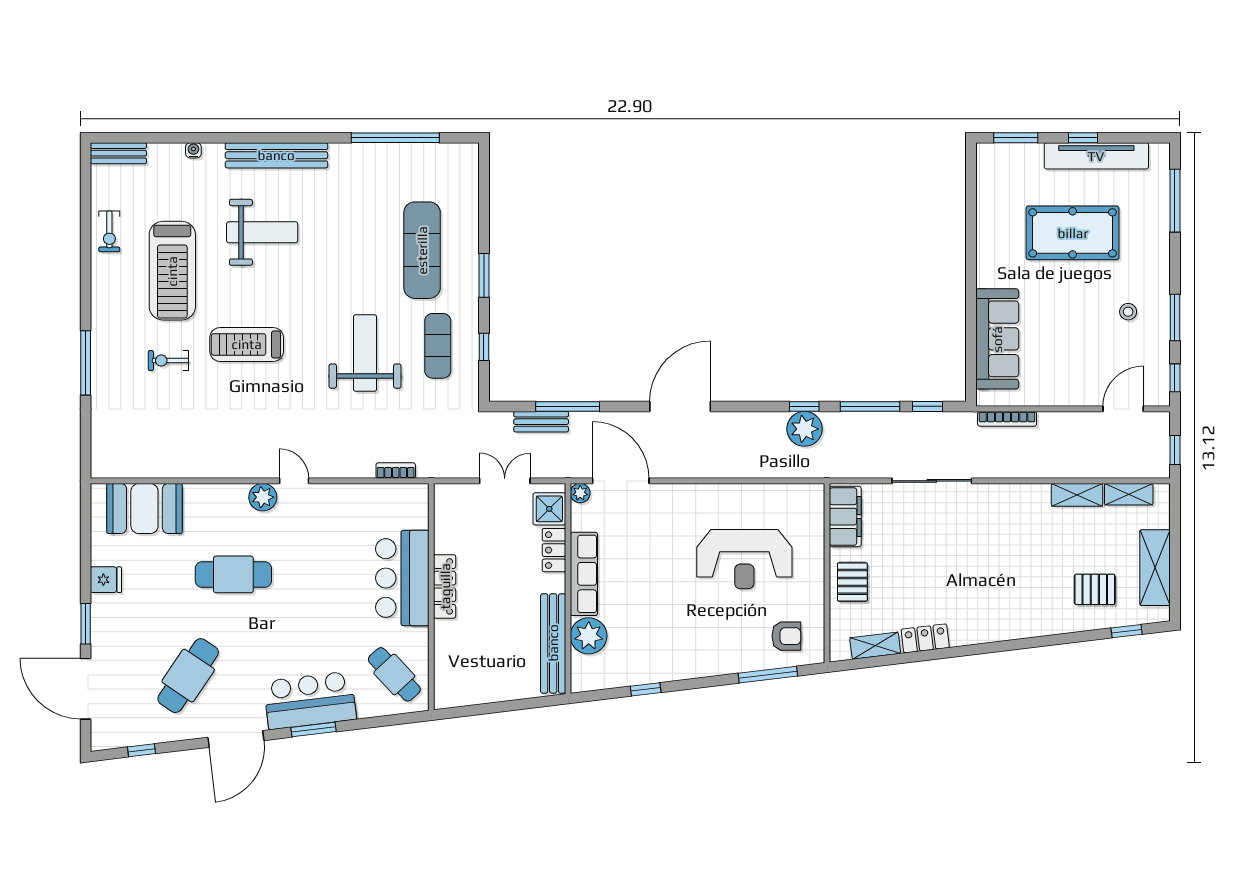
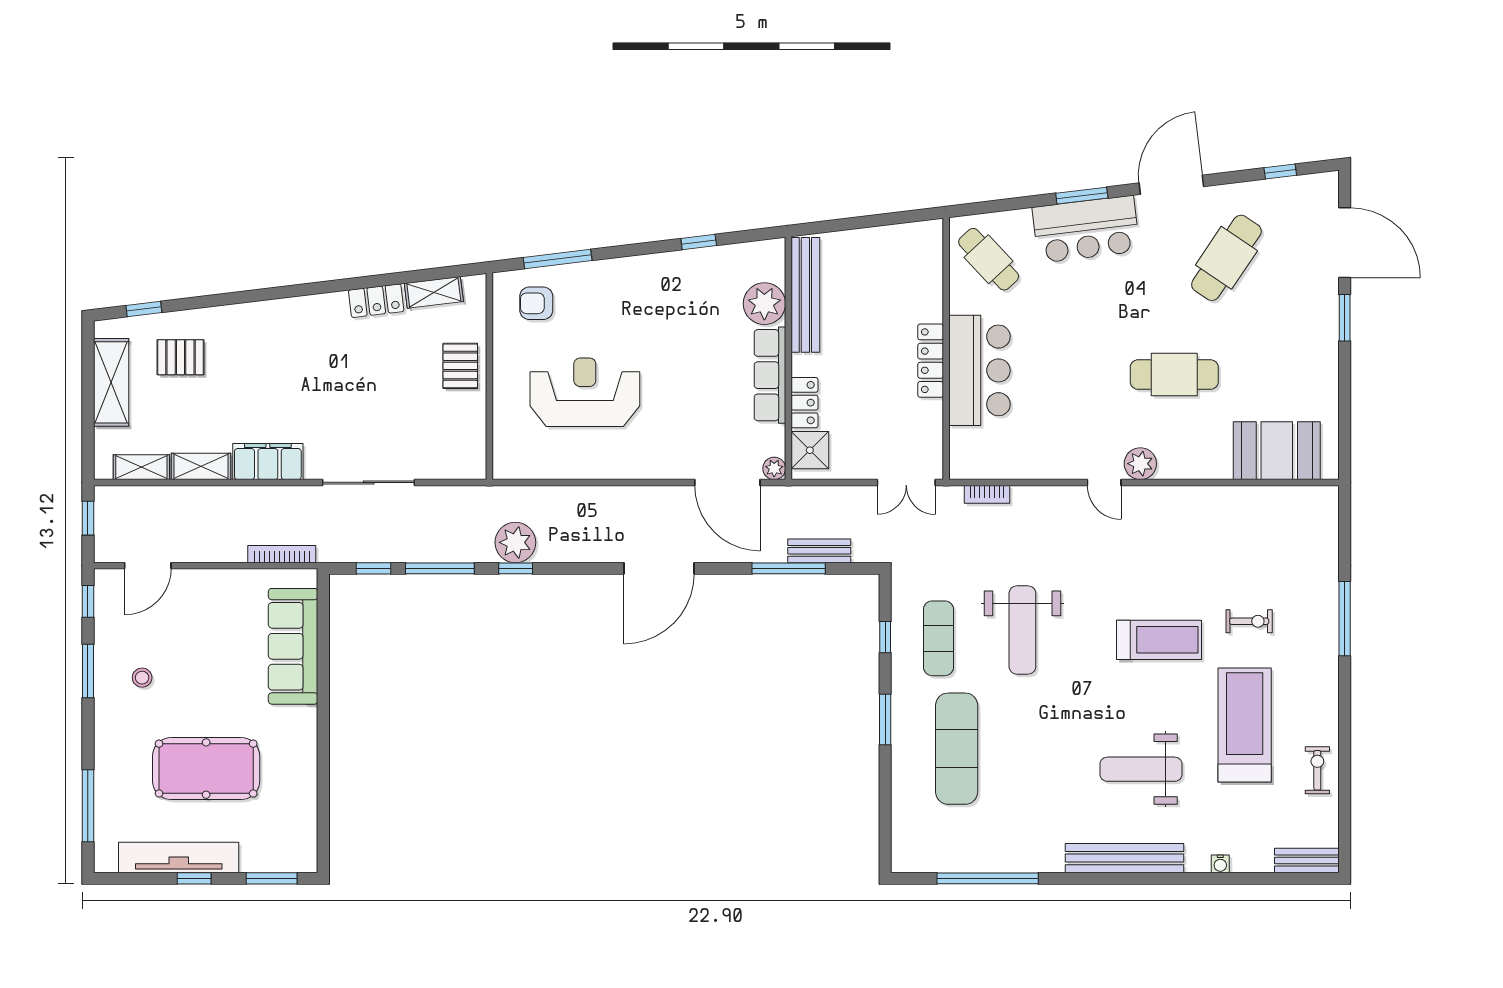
double door: (505, 481) -> (906, 482), moved
filing cabinet: (845, 517) -> (268, 462), moved, turned 90
fridge: (106, 580) -> (1321, 368), removed

